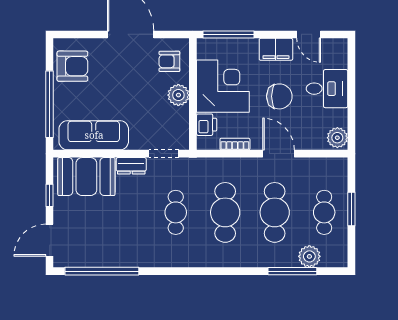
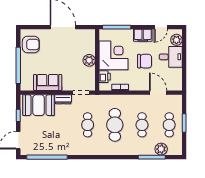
door: (309, 34) -> (161, 27), hinge flipped
armchair: (169, 61) -> (84, 42), removed
sofa: (94, 135) -> (48, 82), width x0.73
plant: (337, 138) -> (176, 40), moved
door: (279, 154) -> (158, 93), moved
cafe table: (275, 212) -> (142, 125), width x0.73, depth x0.74

